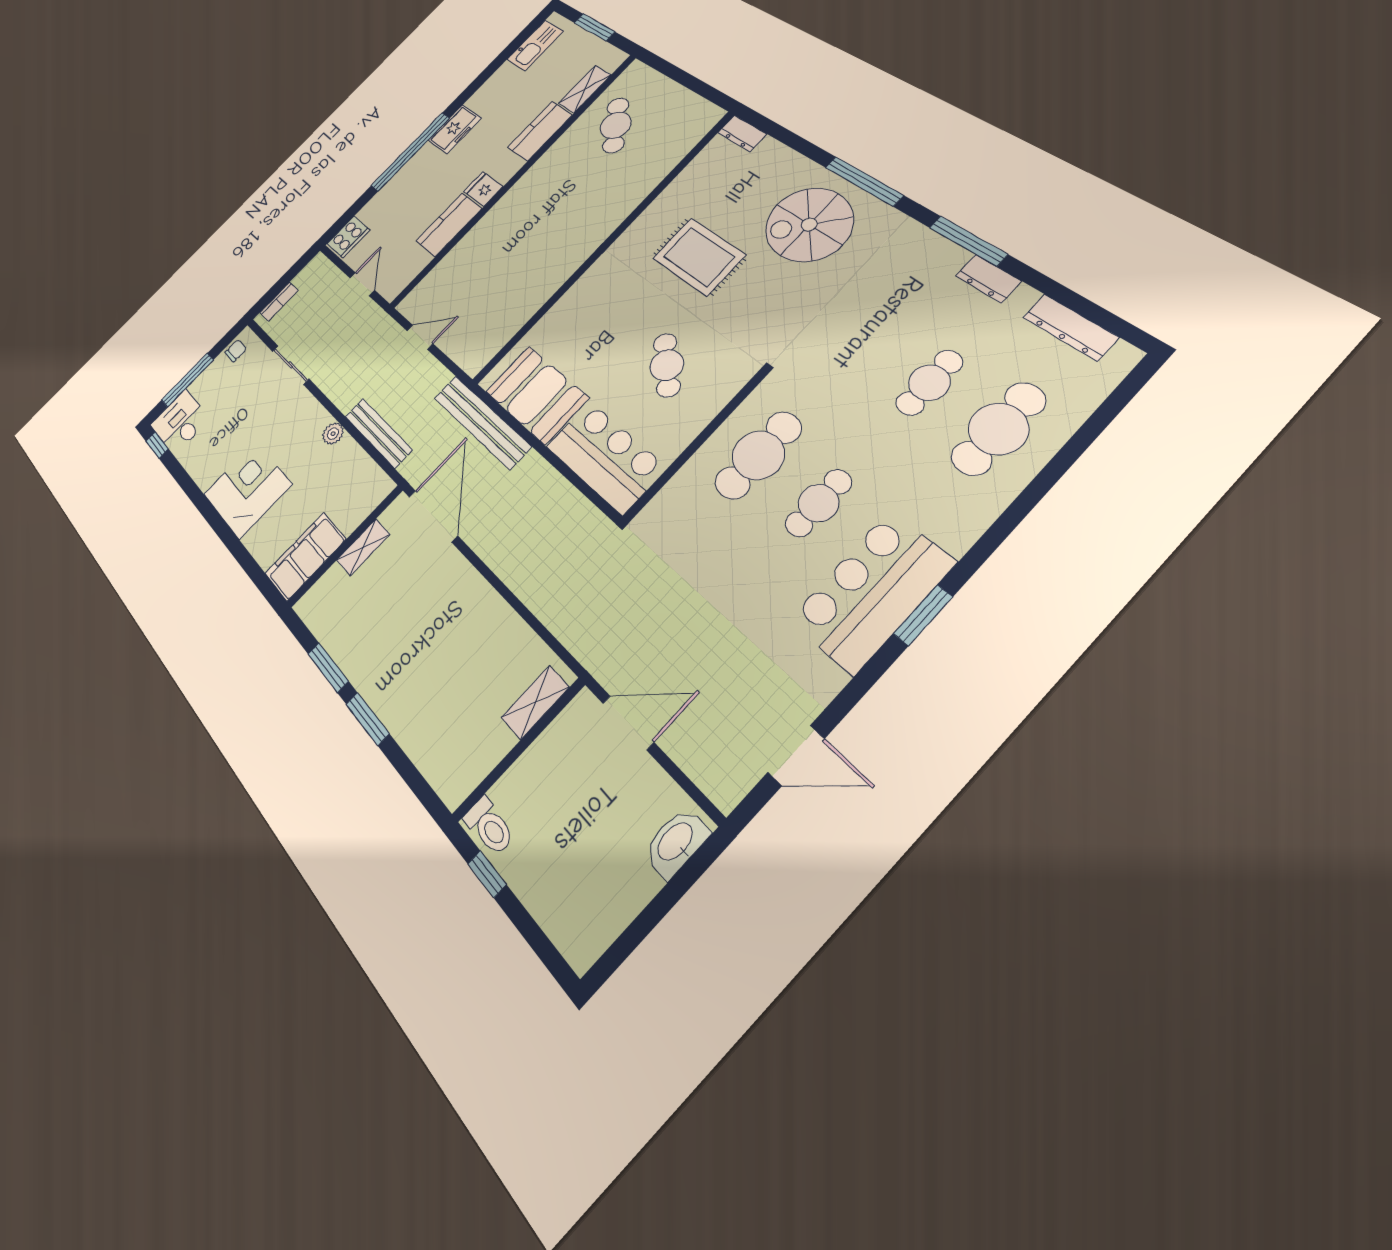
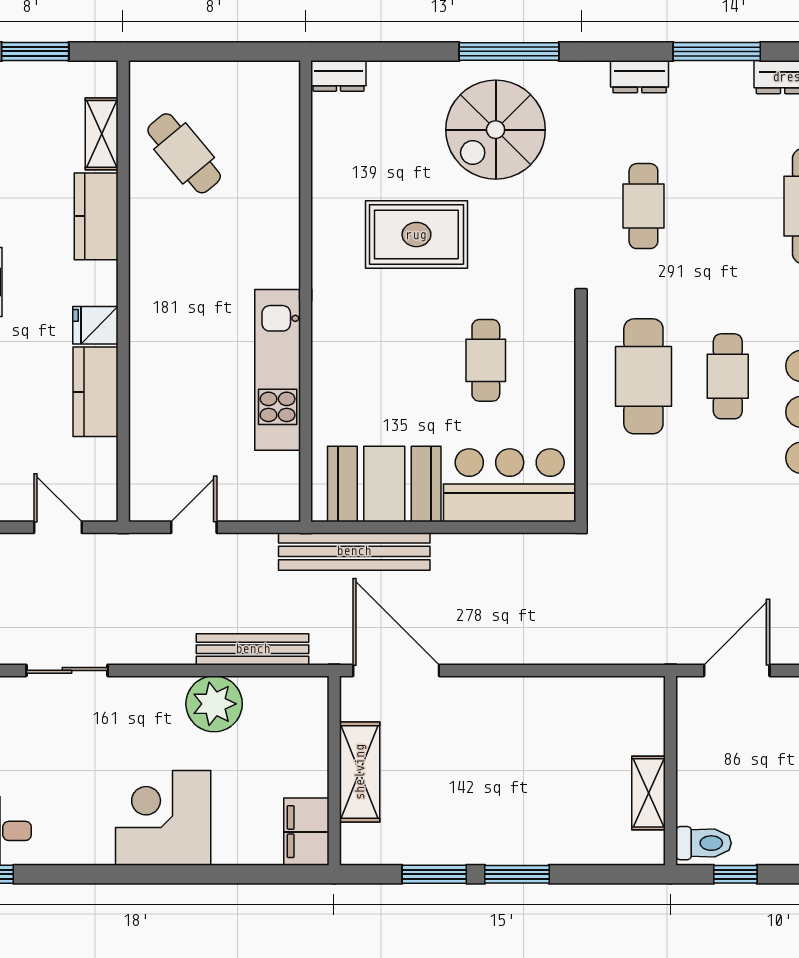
window: (968, 241) -> (717, 51), moved
dresser: (988, 279) -> (640, 77), moved
kitchen unit: (546, 281) -> (278, 370), added
cafe table: (667, 365) -> (486, 360), turned 49
cafe table: (929, 383) -> (643, 206), moved
plant: (333, 434) -> (214, 704), width x1.88, depth x1.88
shelving: (363, 547) -> (360, 772), width x1.50, depth x1.33
filing cabinet: (305, 556) -> (306, 832), width x0.67, depth x0.86
shelving: (535, 702) -> (649, 793), moved

